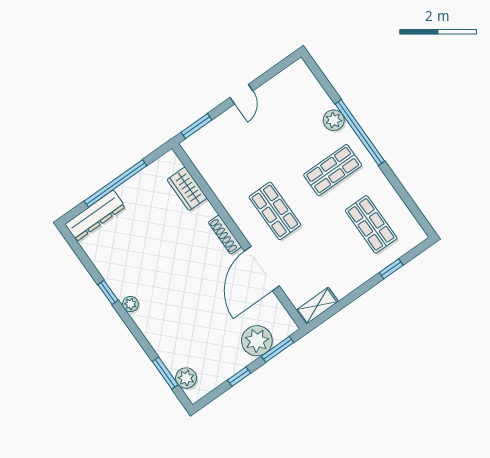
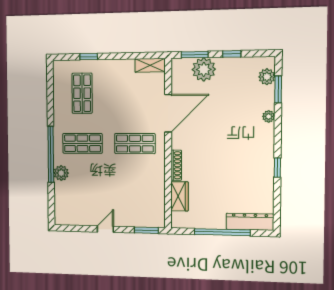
shop shelf: (275, 211) -> (135, 144), turned 90
shoe rack: (225, 235) -> (176, 165), moved
plant: (130, 304) -> (269, 116), moved

